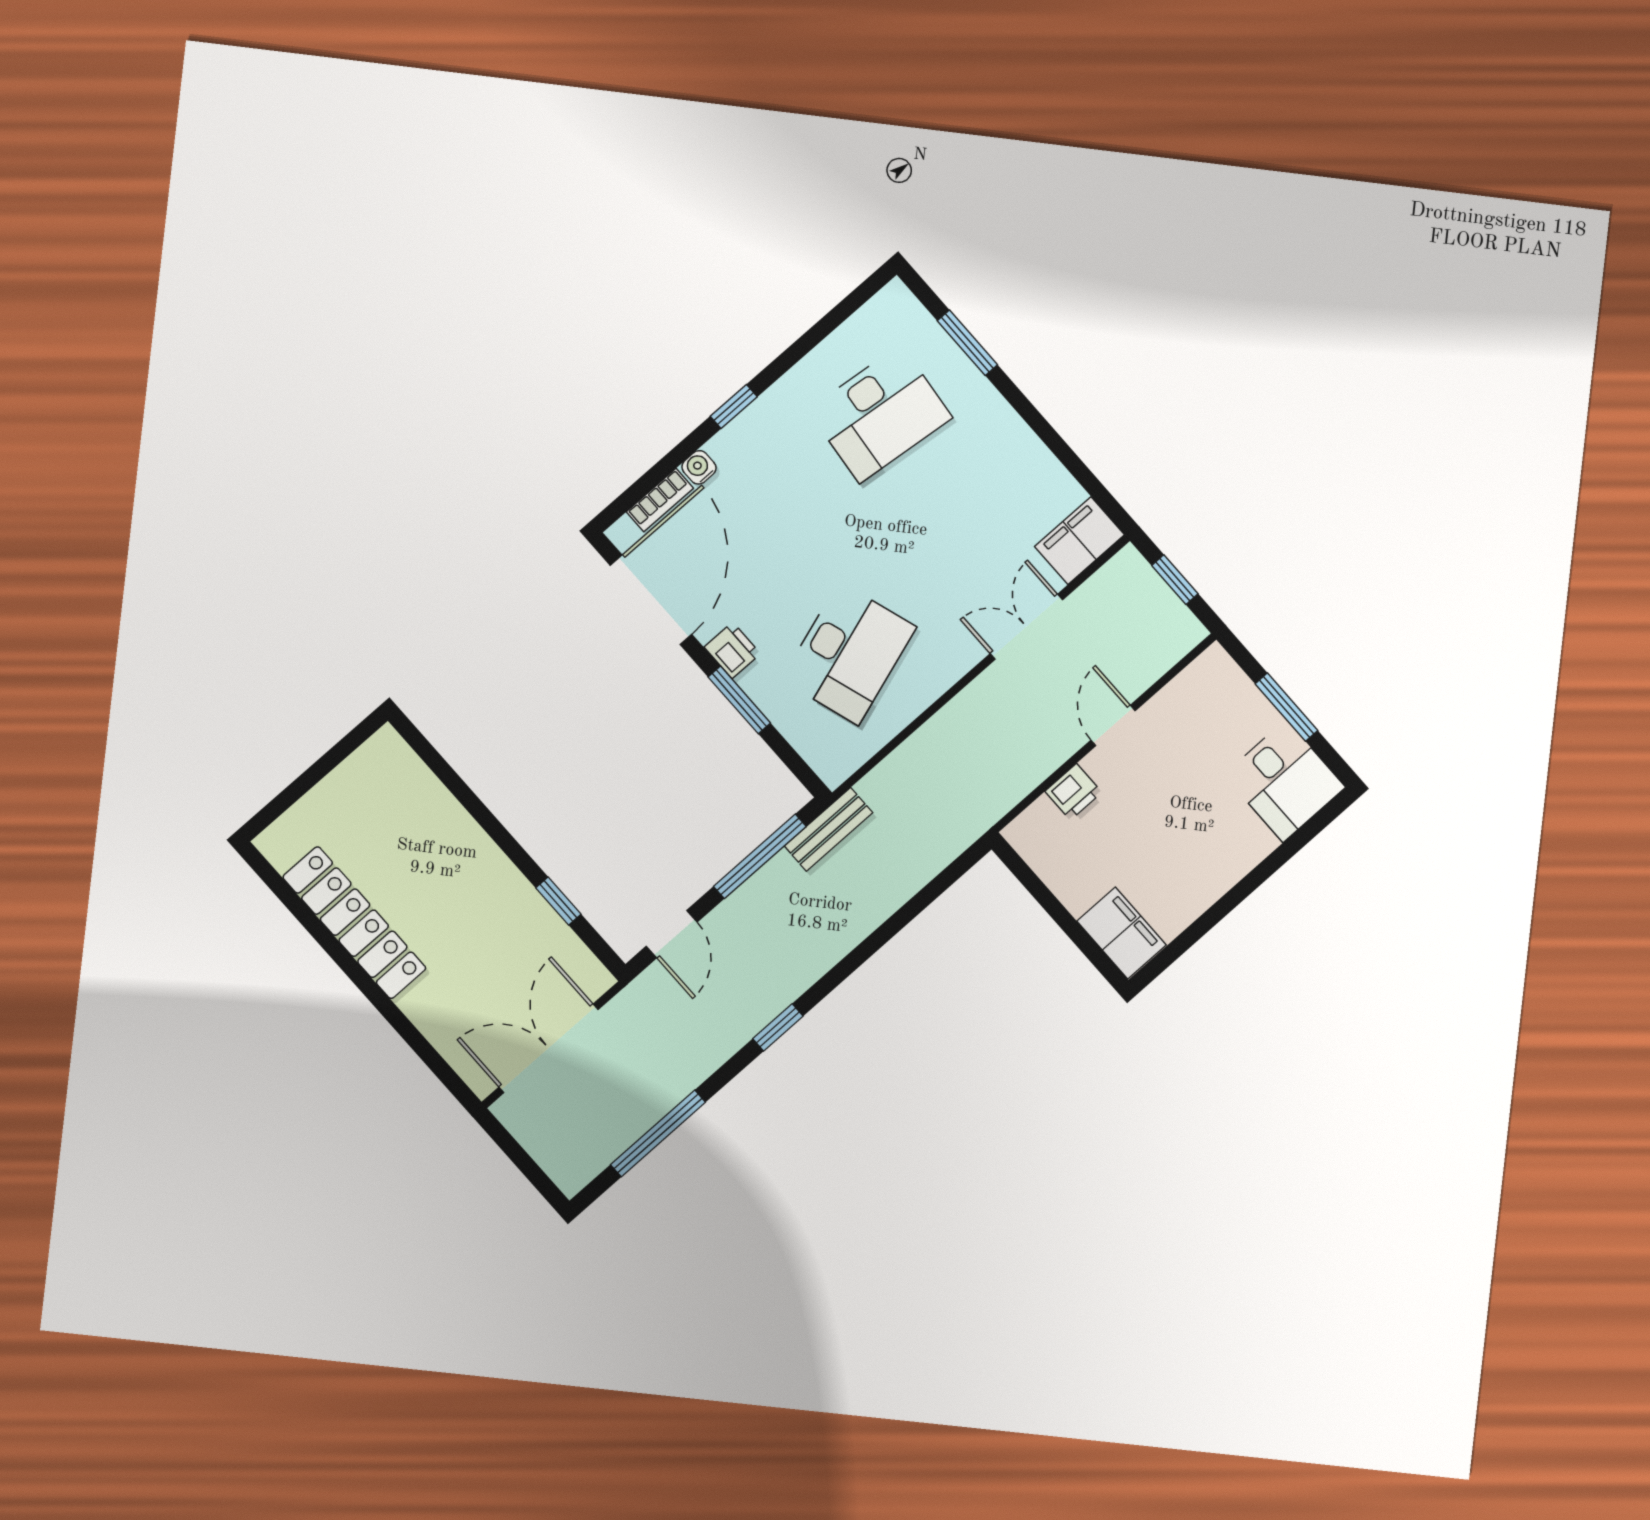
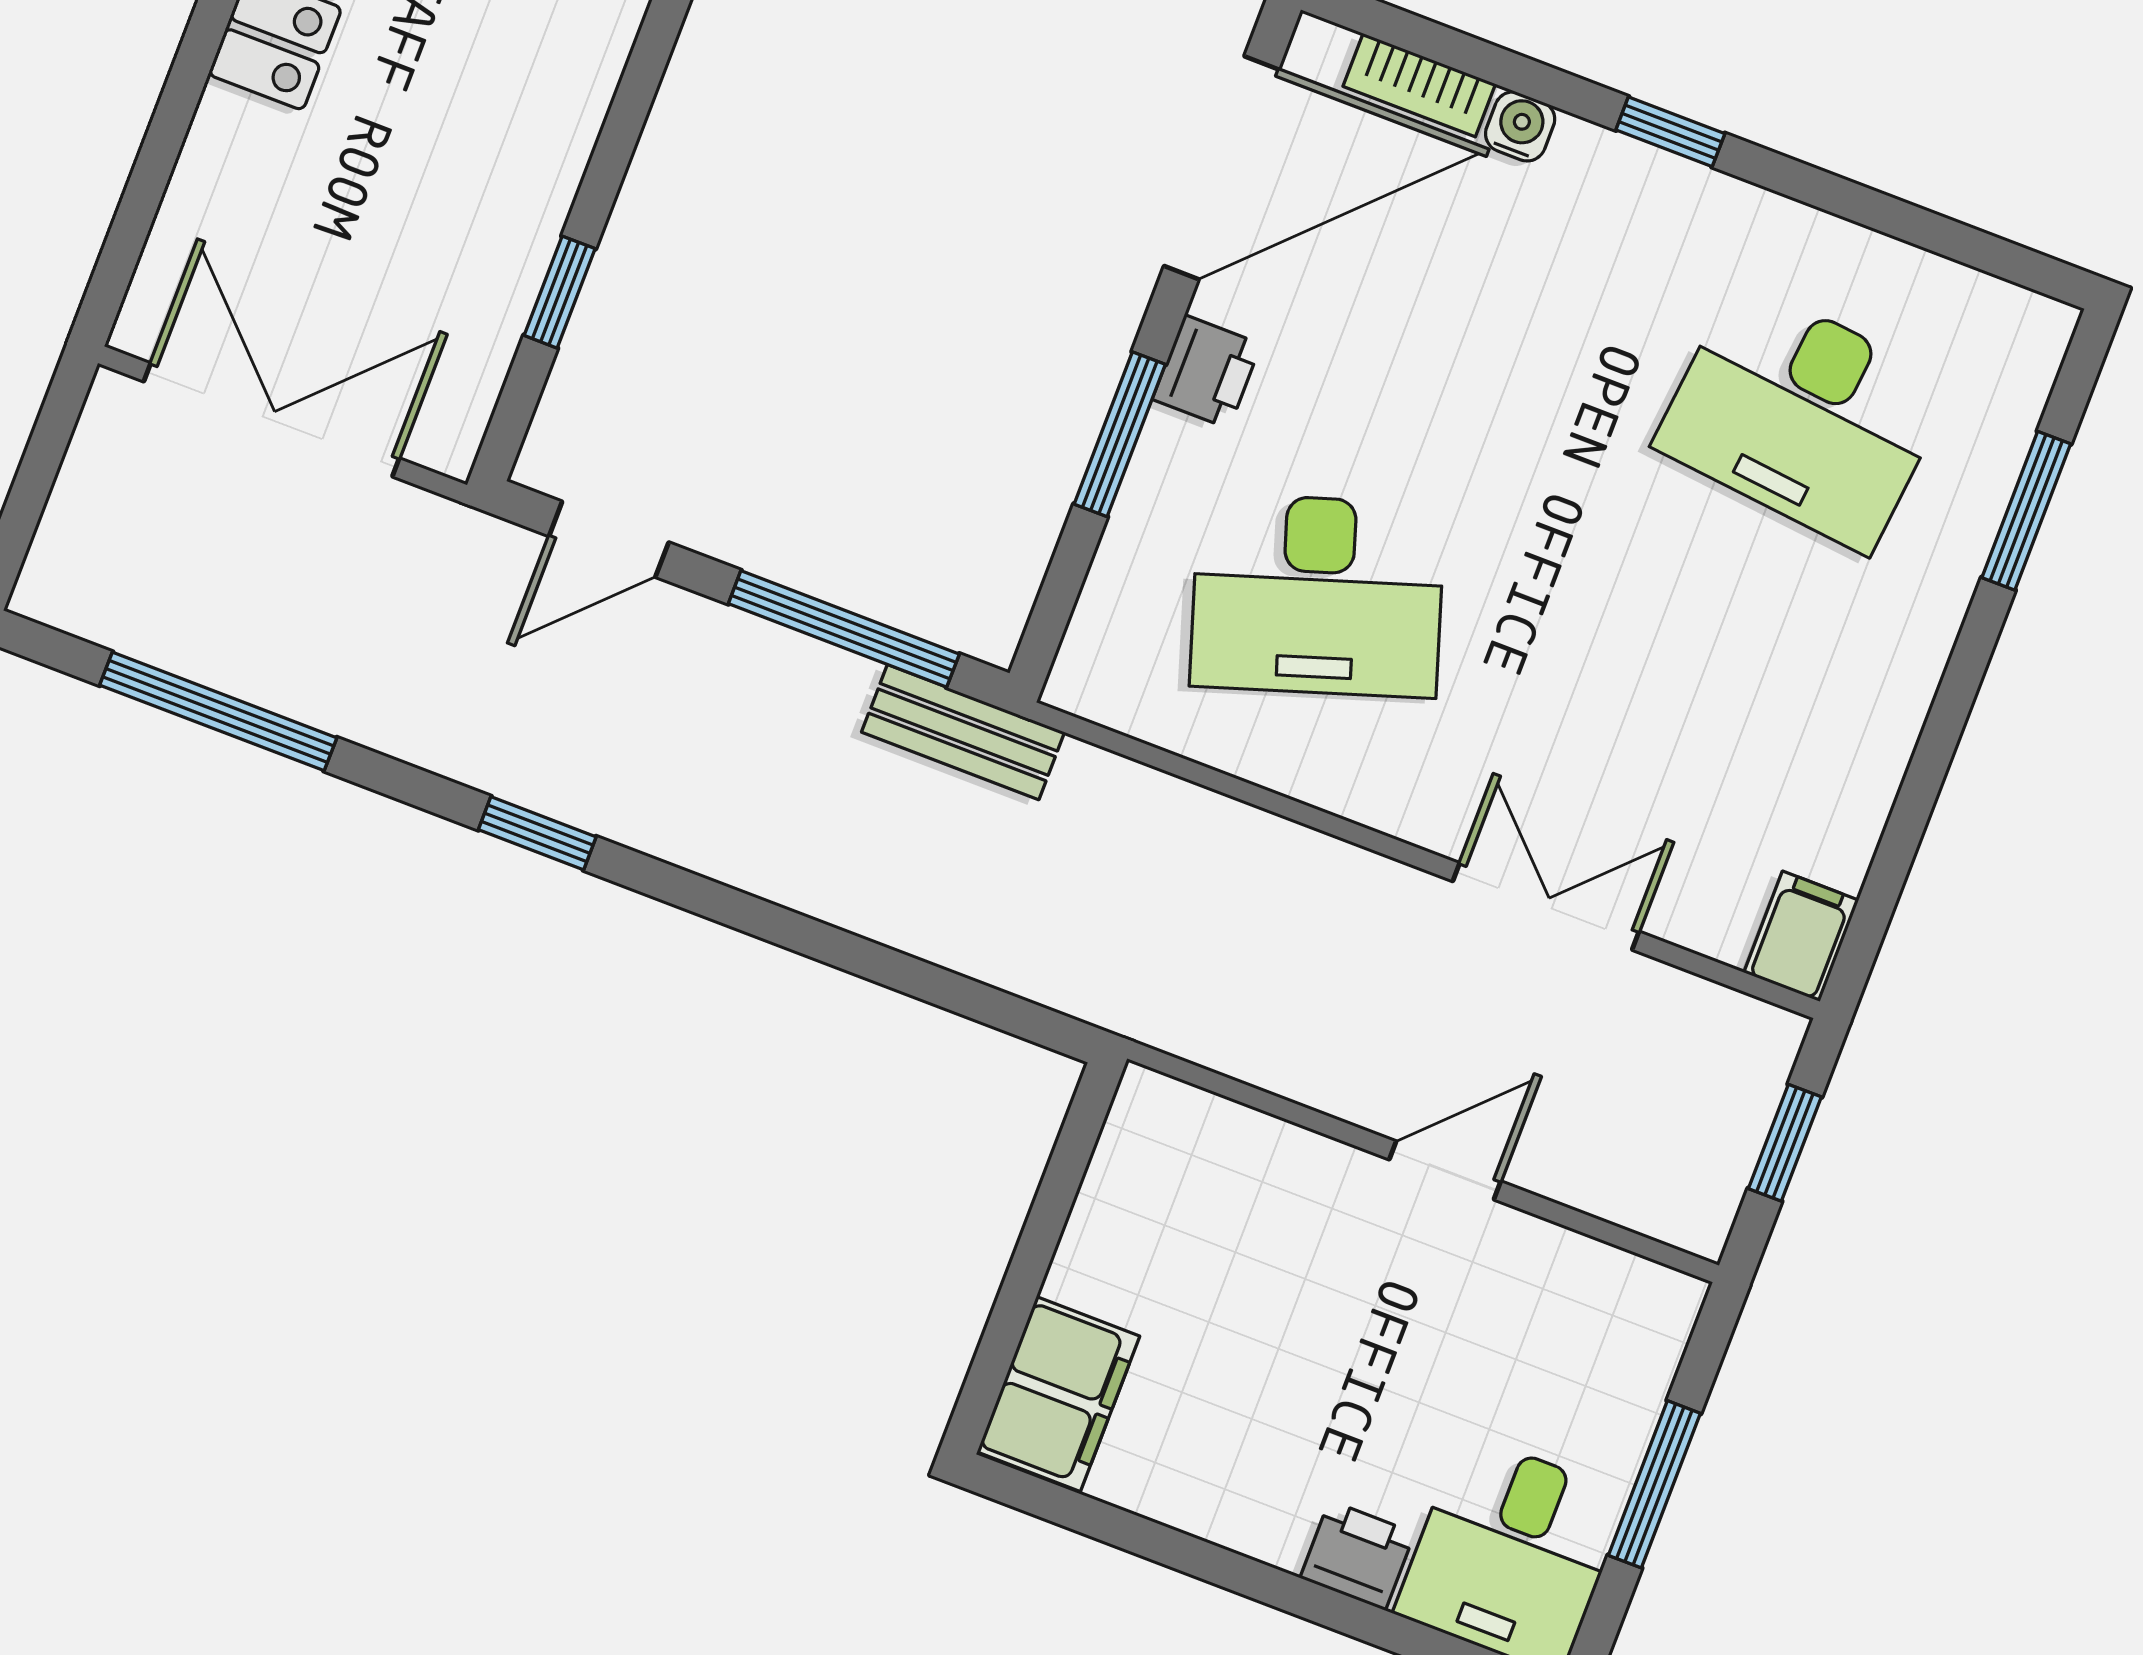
filing cabinet: (1080, 541) -> (1801, 936), width x0.50
printer: (1073, 792) -> (1357, 1555), moved, turned 180

